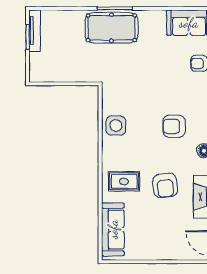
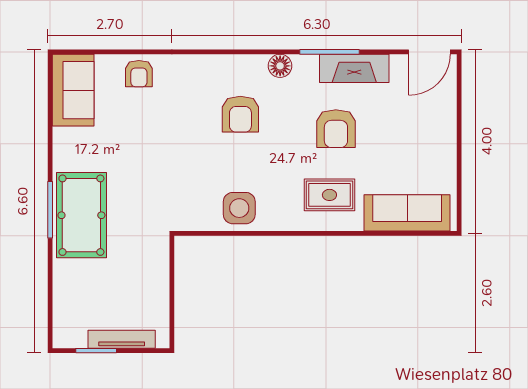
tv unit: (35, 31) -> (122, 339), moved
rug: (124, 181) -> (329, 195), turned 90
armchair: (165, 185) -> (336, 129), turned 96

